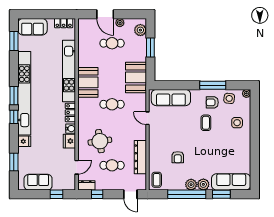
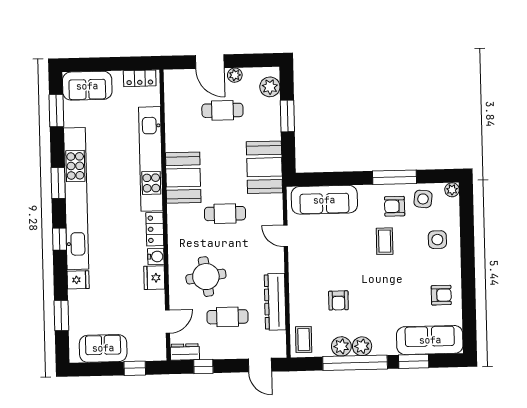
window: (14, 96) -> (58, 183), moved
armchair: (239, 156) -> (441, 295), added
plant: (203, 184) -> (341, 346), moved

